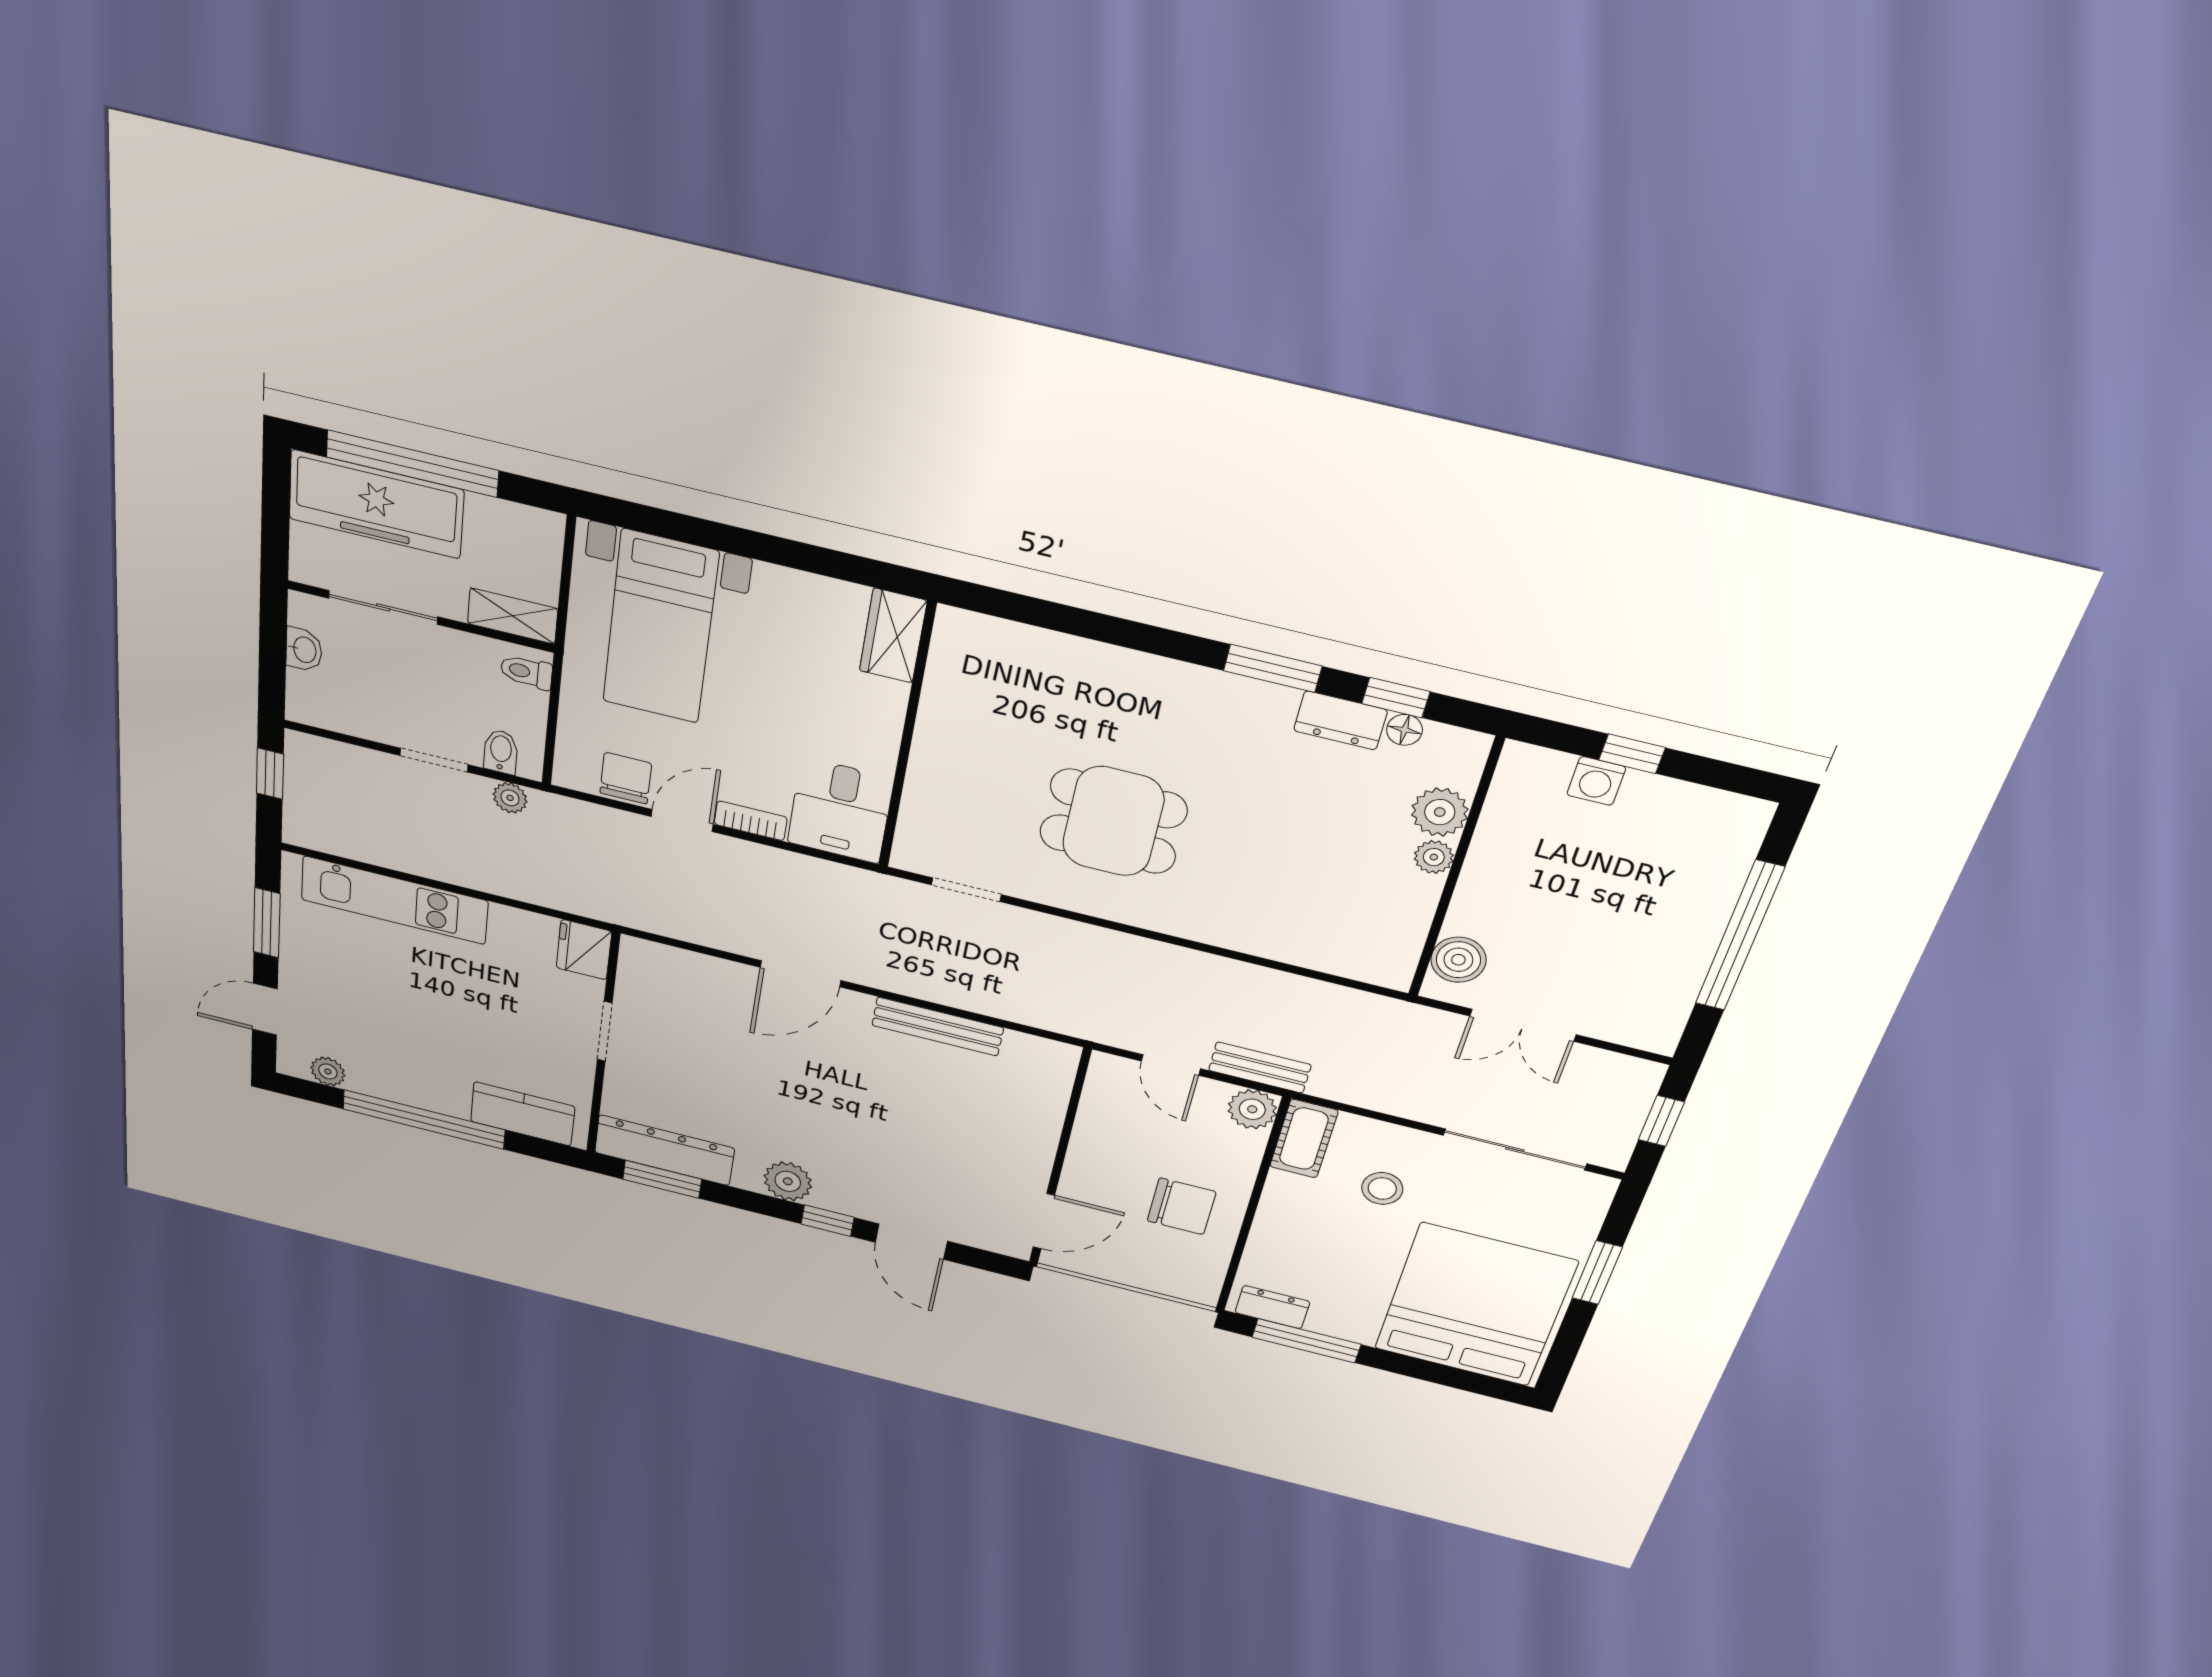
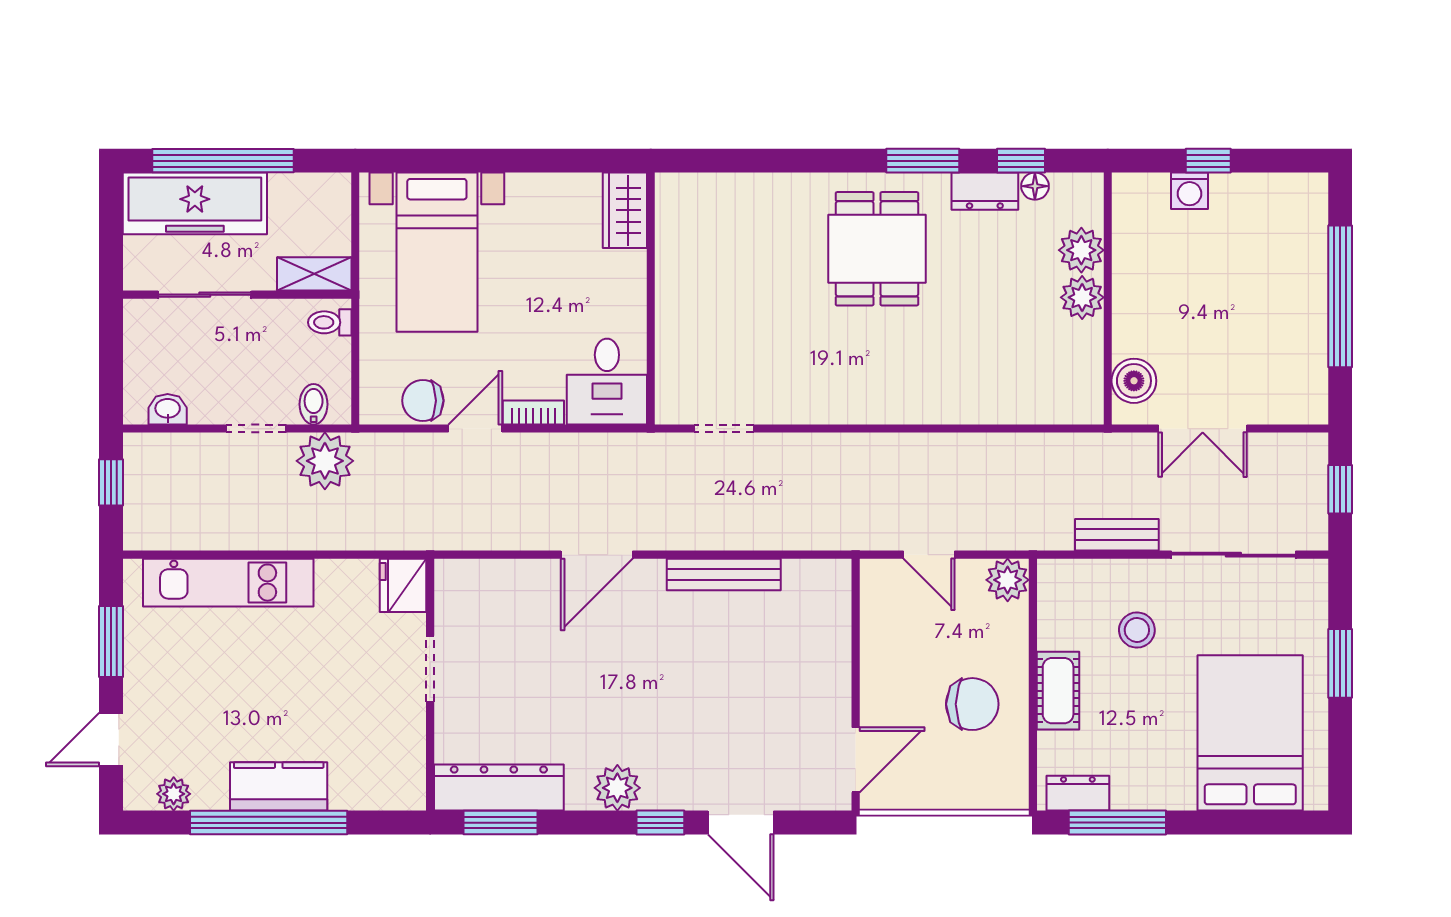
washbasin: (304, 650) -> (168, 409), moved, turned -90
chair: (626, 778) -> (423, 401), turned -90
plant: (510, 798) -> (325, 461), width x1.88, depth x1.88
dining table: (1113, 821) -> (877, 249), moved, turned 90
plant: (1434, 857) -> (1082, 297), width x1.38, depth x1.38
bench: (1260, 1068) -> (1117, 535), moved
kitchen counter: (523, 1114) -> (279, 786), moved
cot: (1304, 1139) -> (1058, 691), moved
bed: (1475, 1305) -> (1250, 733), width x0.73

